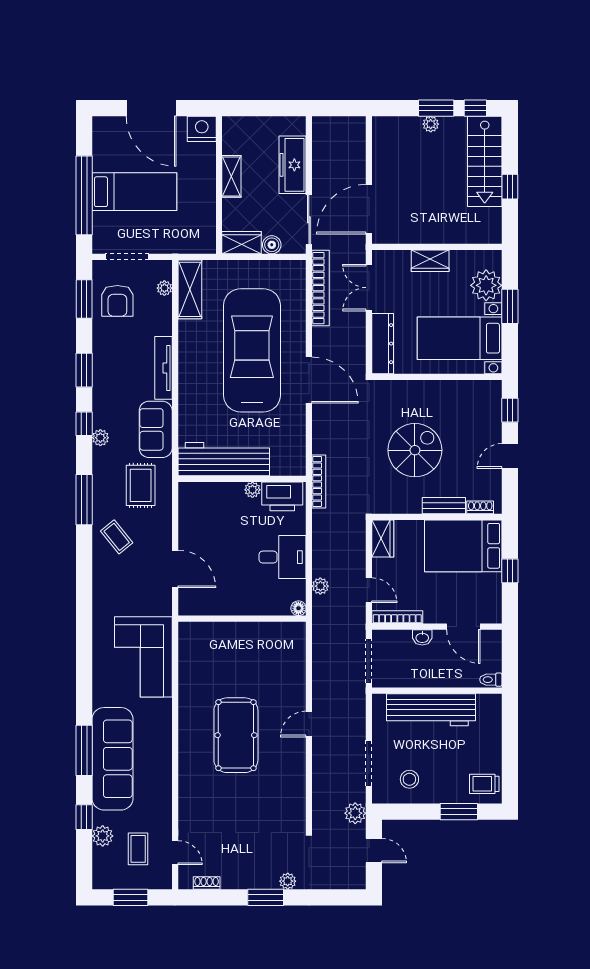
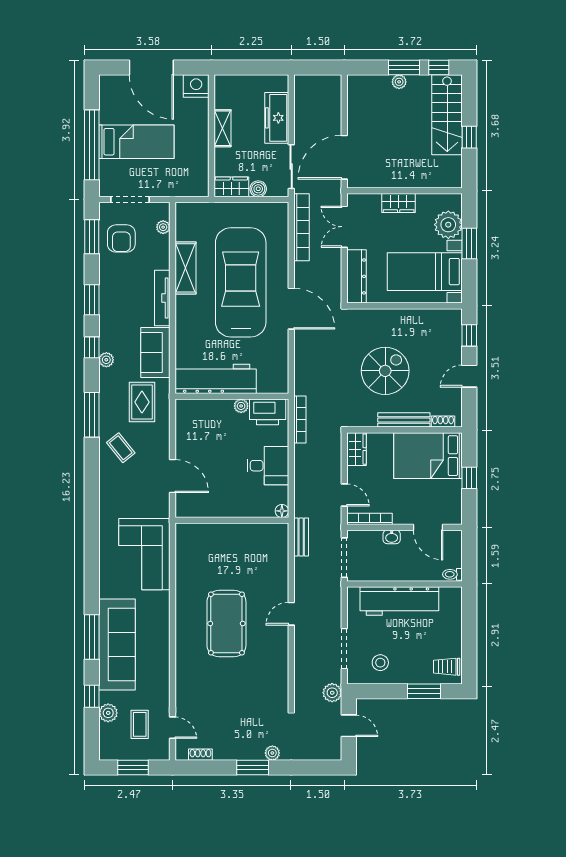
shelving: (190, 289) -> (186, 268), moved
bookcase: (319, 481) -> (300, 419), moved
bench: (444, 506) -> (404, 420), width x1.36
plant: (320, 586) -> (301, 491), removed
bench: (320, 638) -> (301, 537), added

